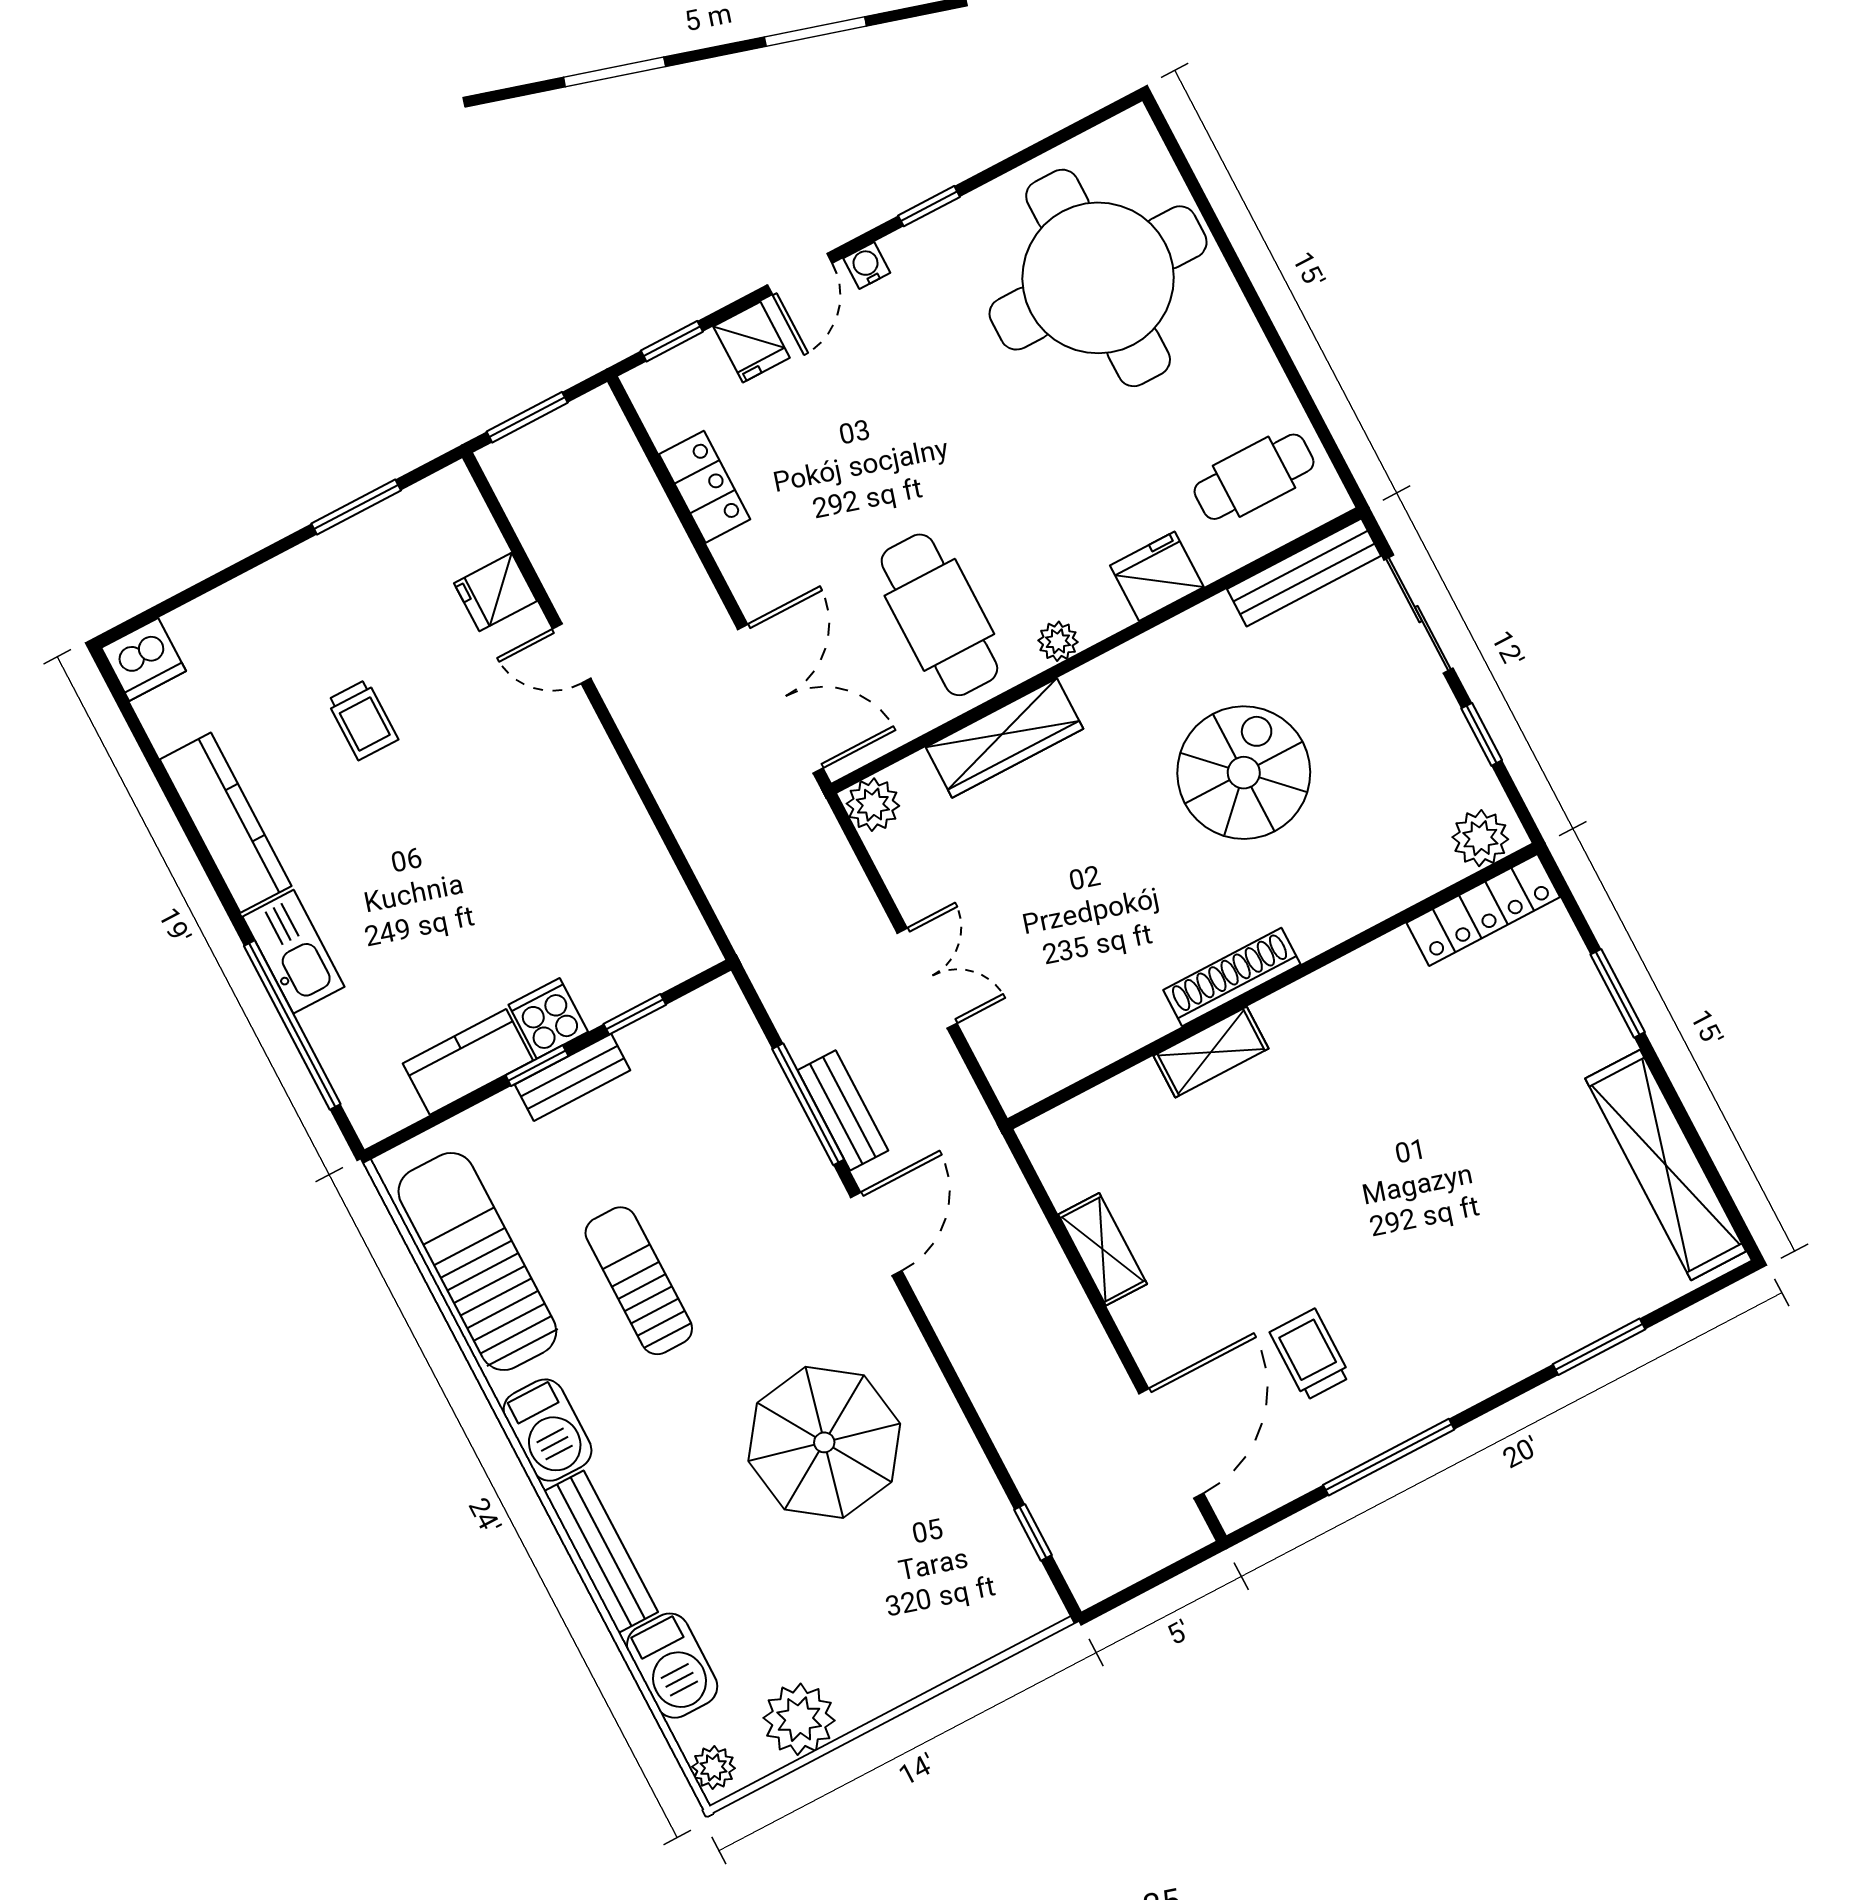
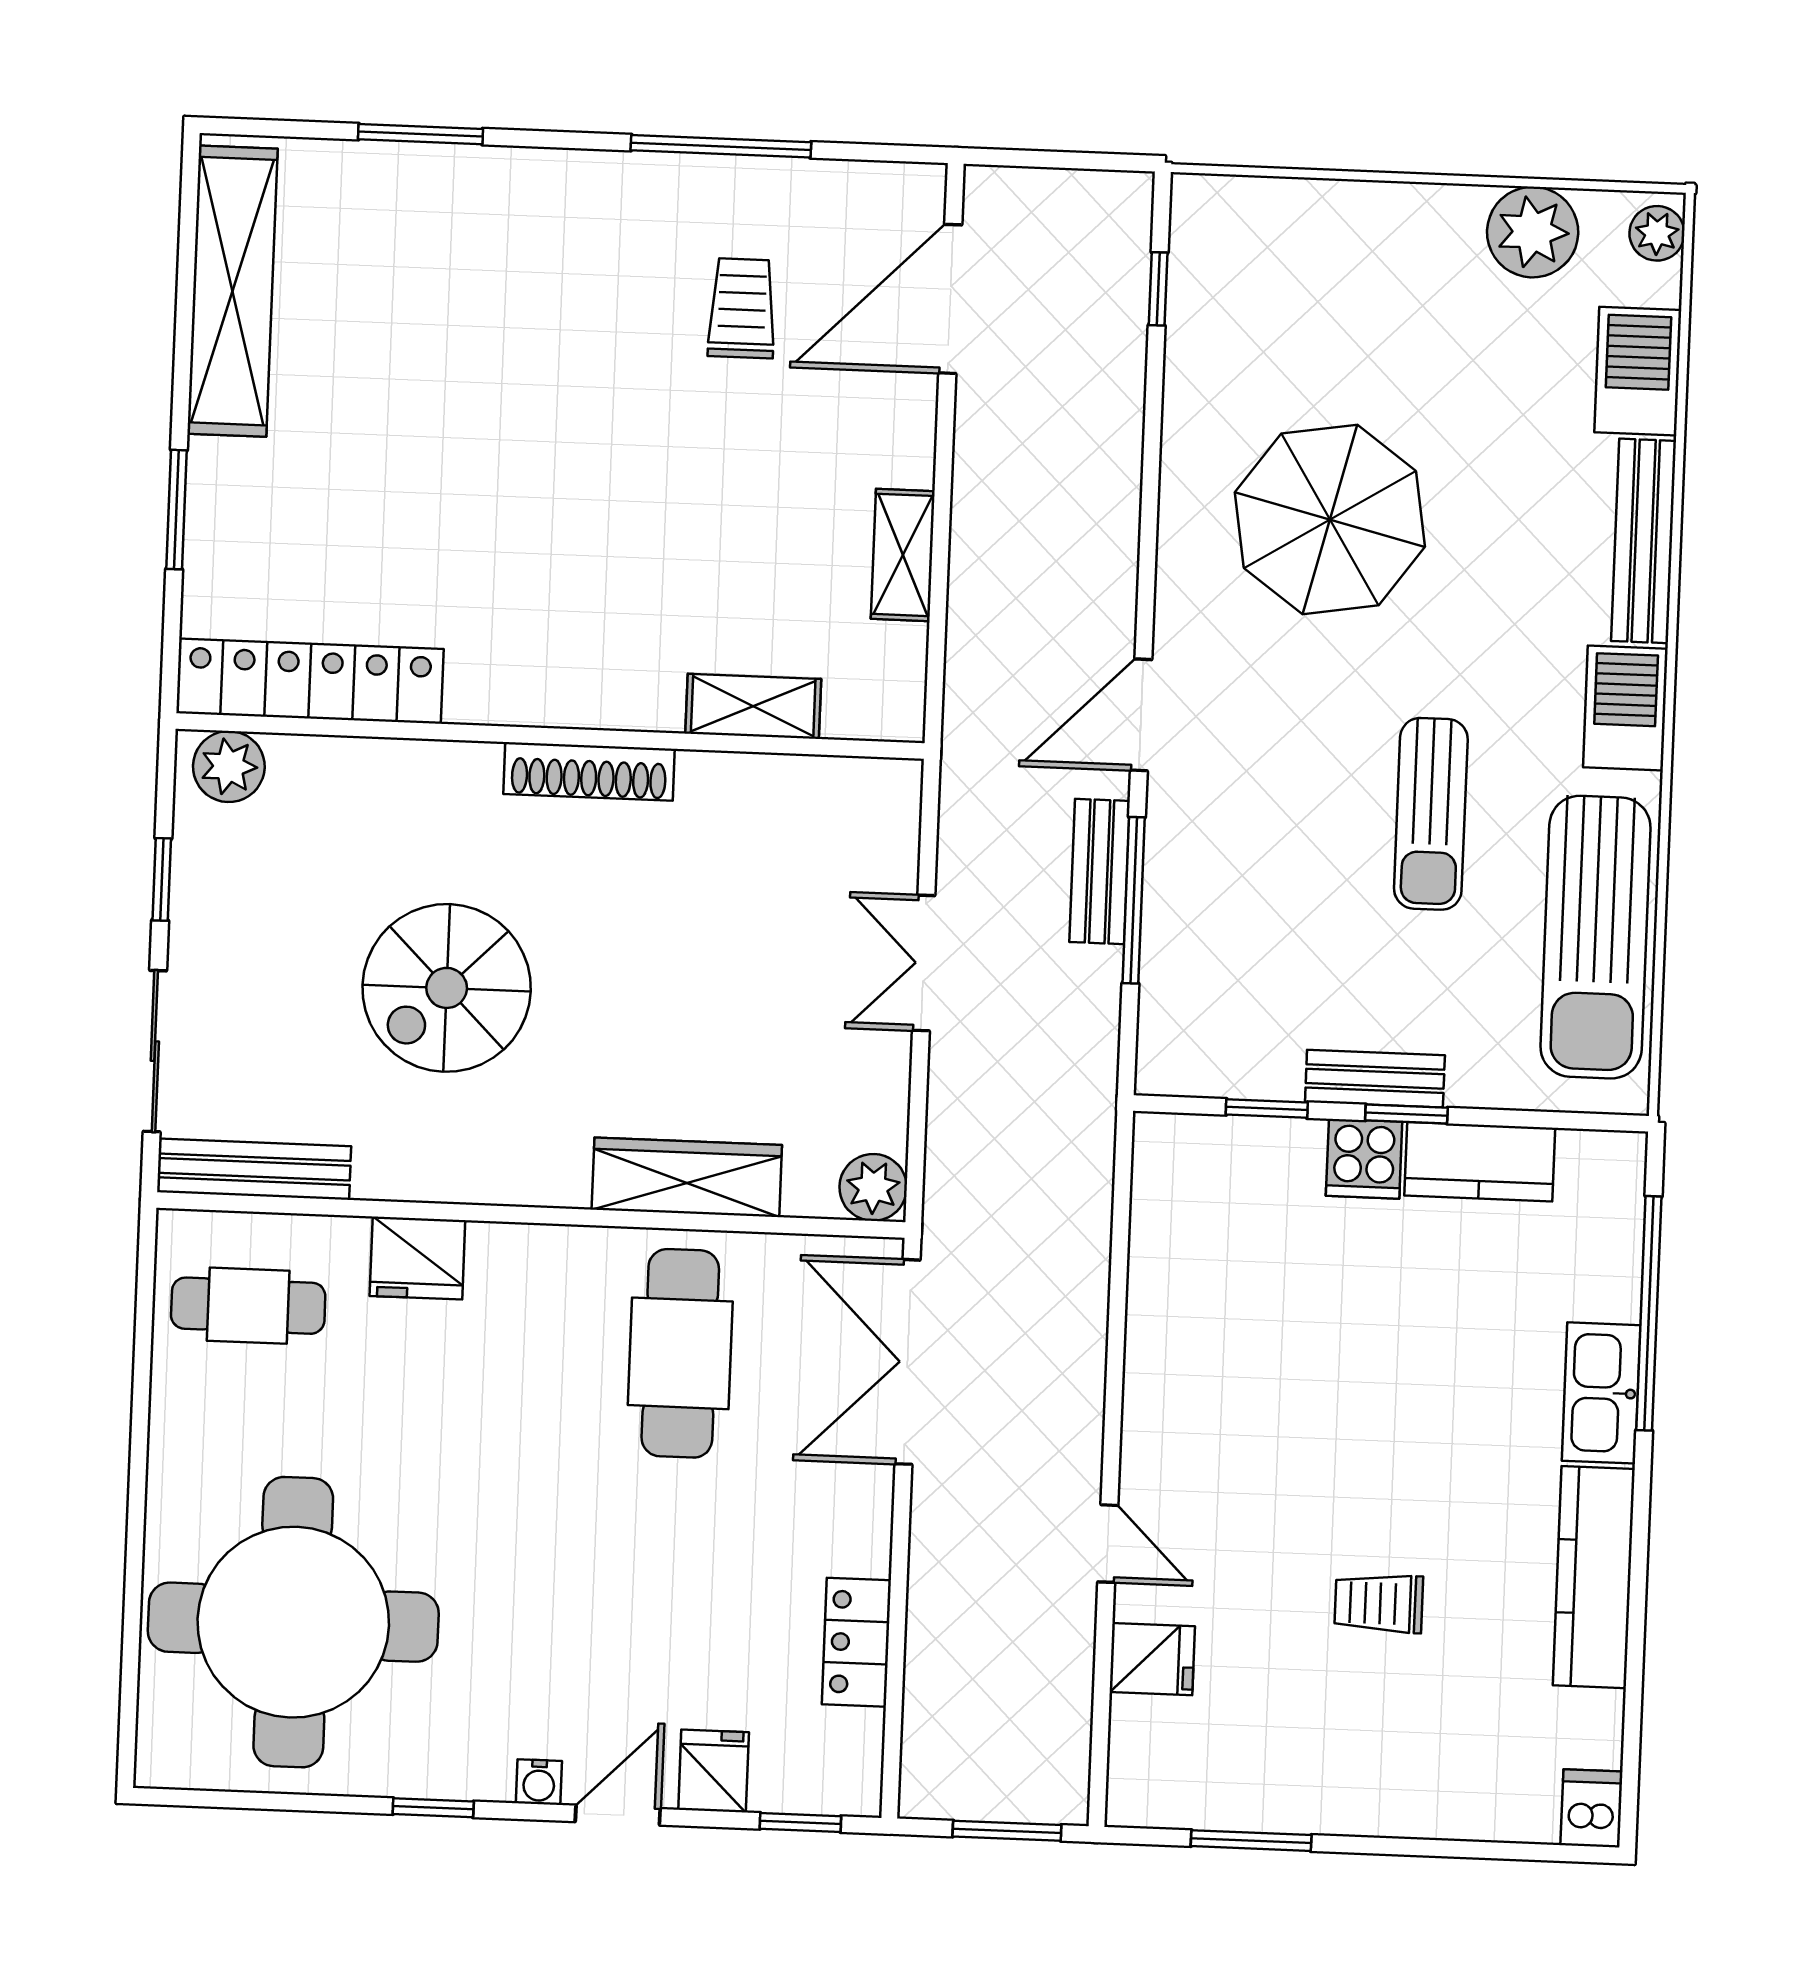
plant: (1058, 641) -> (567, 1249), removed
dishwasher: (144, 659) -> (1592, 1808), width x0.73
trolley: (363, 720) -> (1379, 1603), turned -90
locker: (1483, 910) -> (310, 681), width x1.41, depth x1.21
shelving: (1211, 1052) -> (753, 706), moved
trolley: (1310, 1355) -> (742, 308), turned 180

